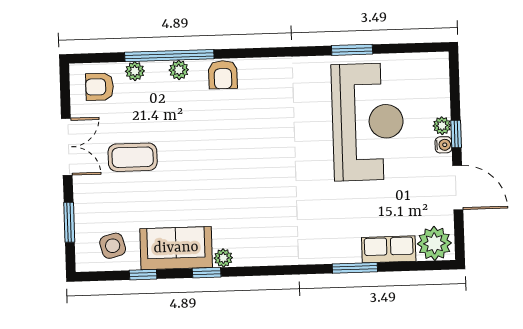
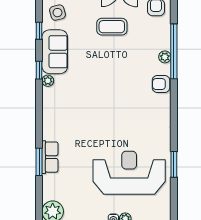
plant: (135, 71) -> (165, 30), removed
reception desk: (368, 122) -> (129, 173), turned 180
coffee table: (133, 157) -> (112, 27), turned 90
row of seats: (389, 249) -> (50, 157), moved

